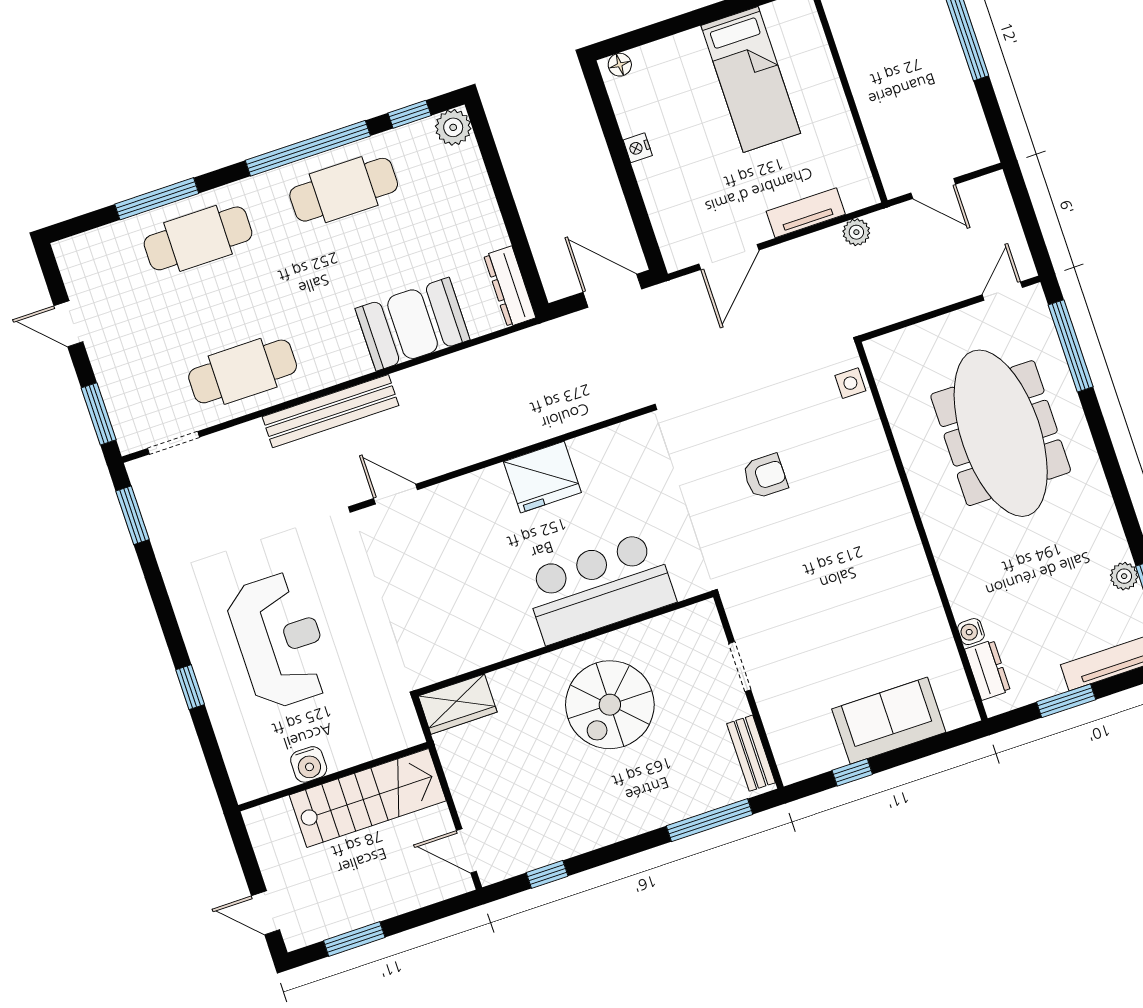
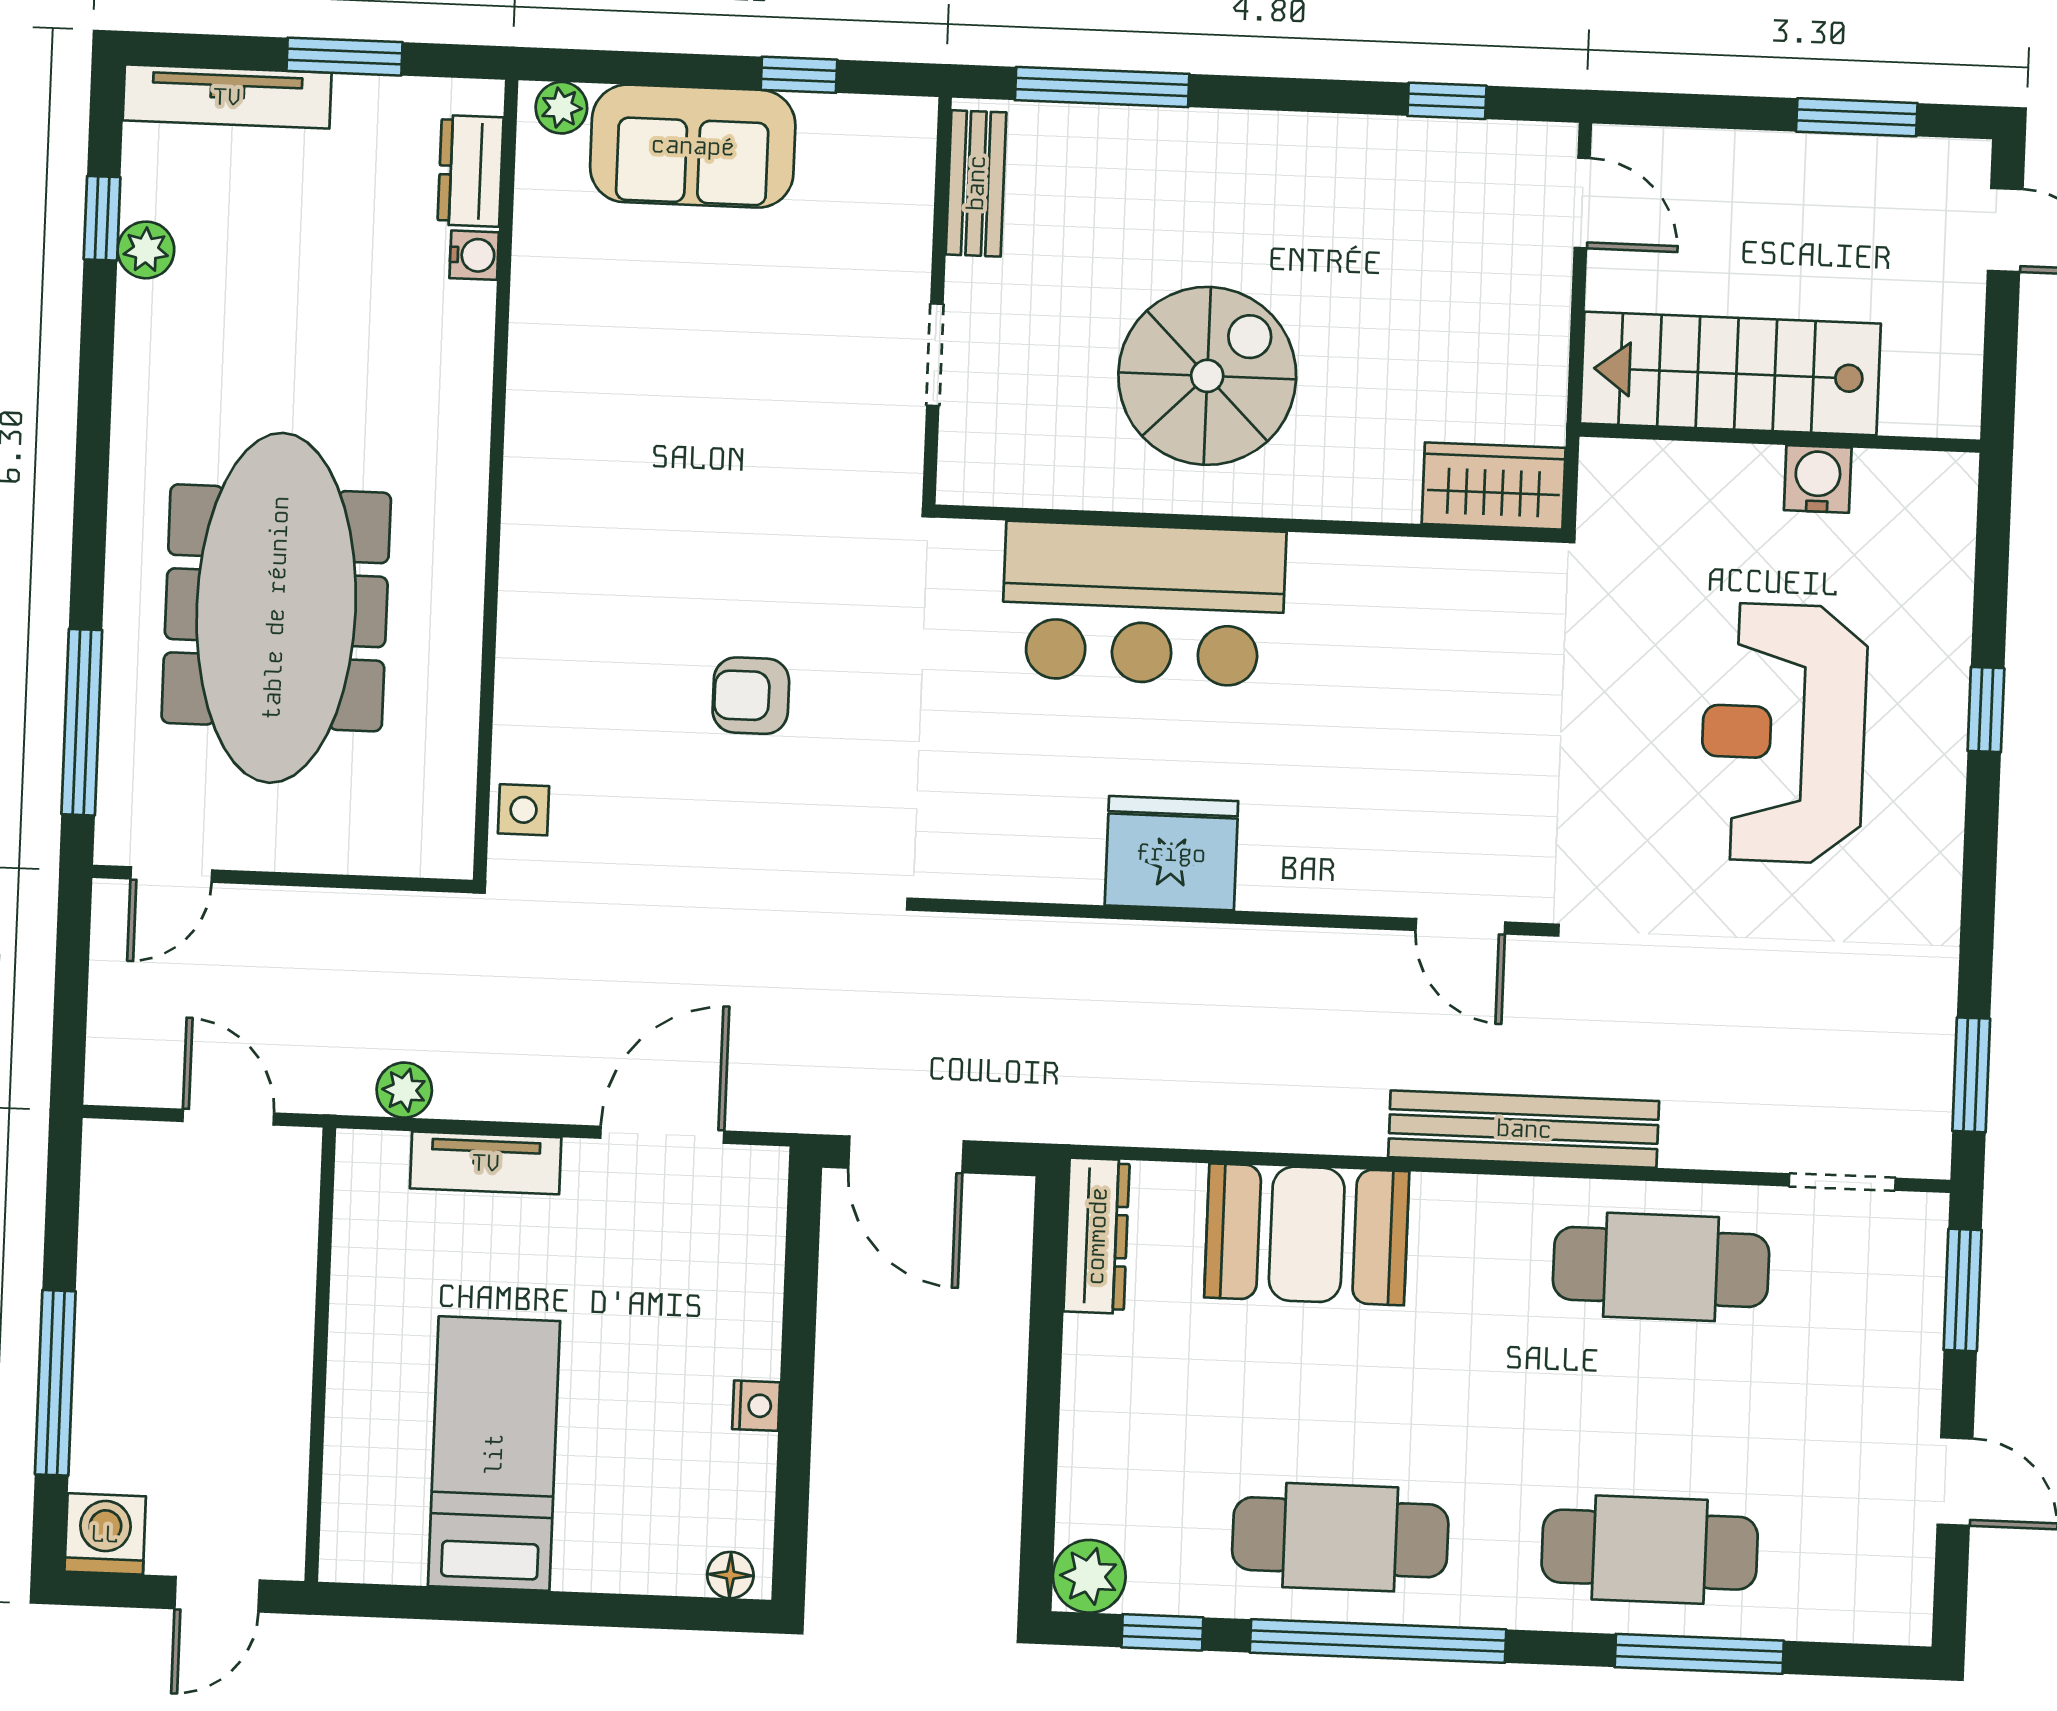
plant: (957, 715) -> (561, 108), added

